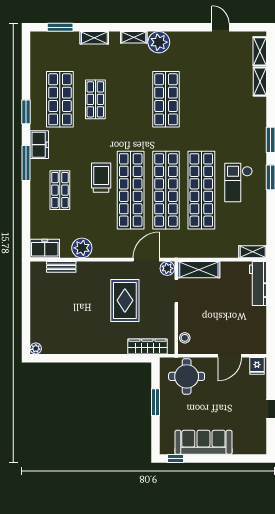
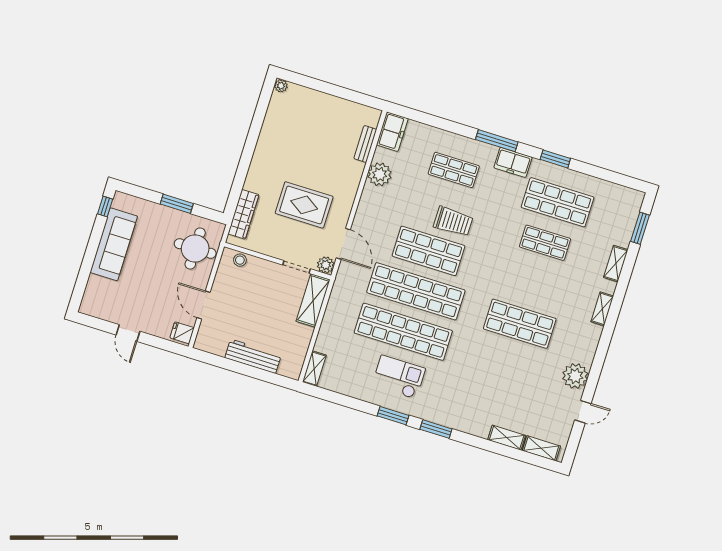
plant: (159, 42) -> (575, 376), moved
shop shelf: (131, 190) -> (428, 251), width x0.71
workbench: (258, 283) -> (253, 356), moved

